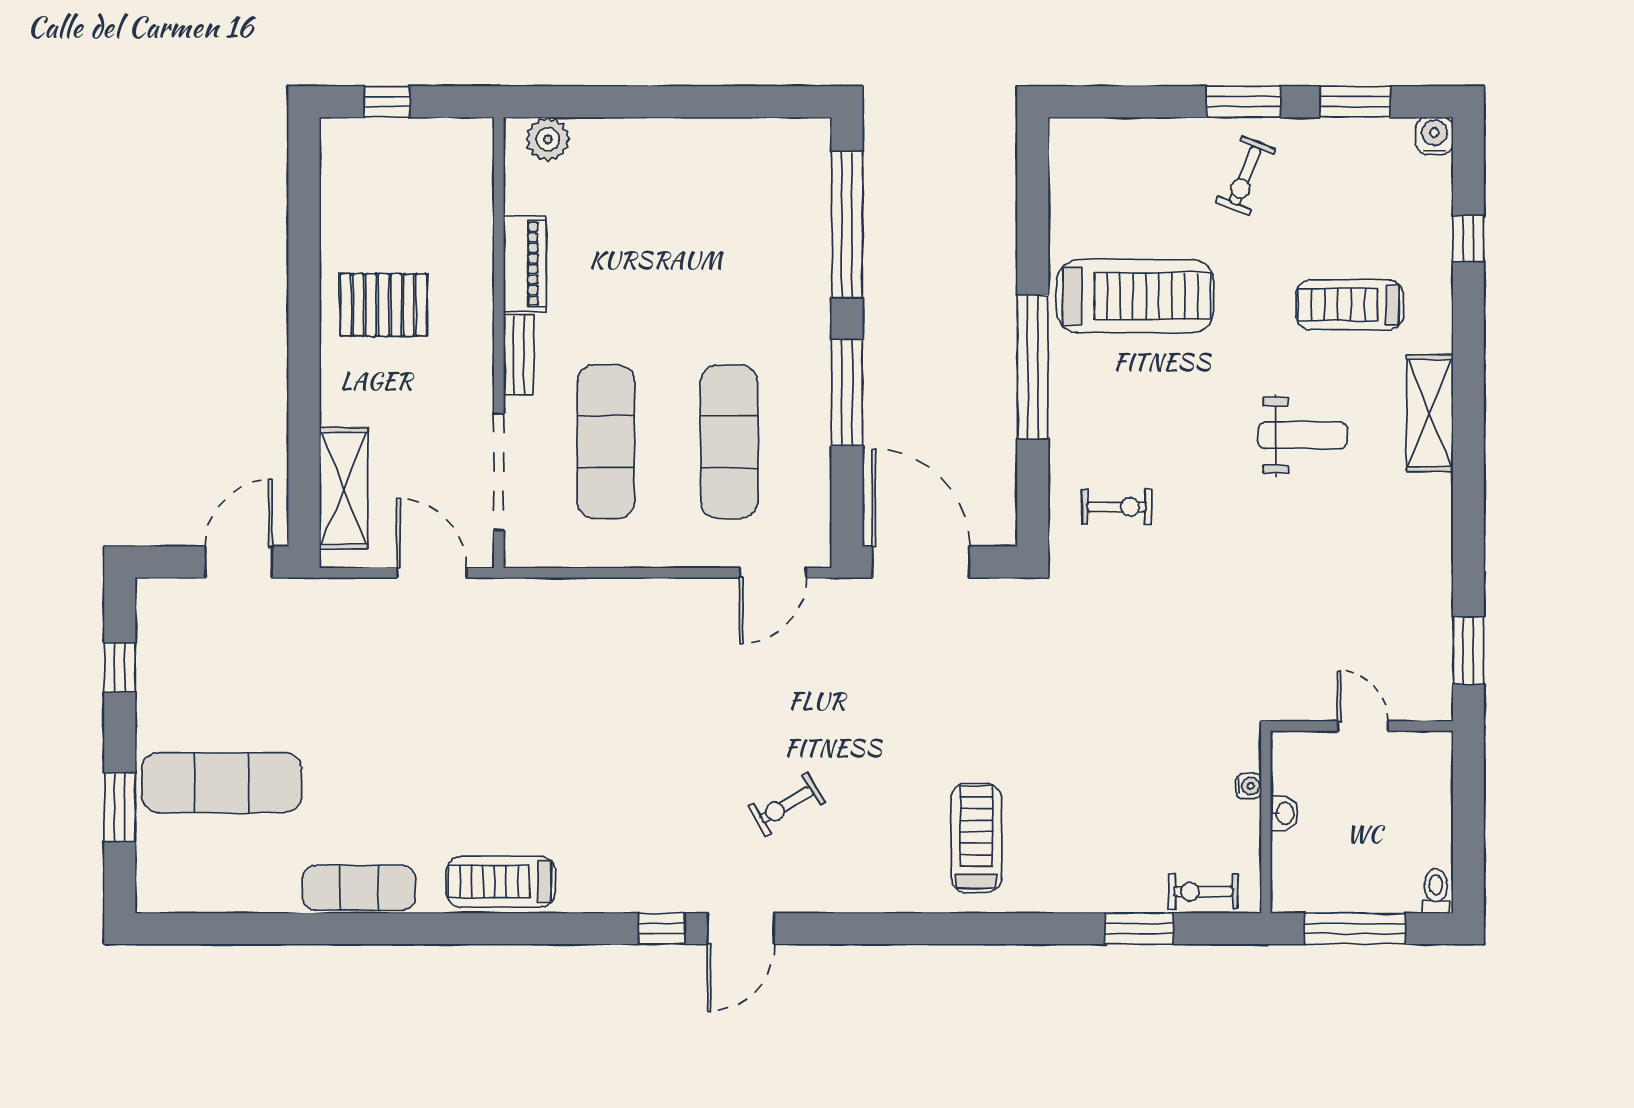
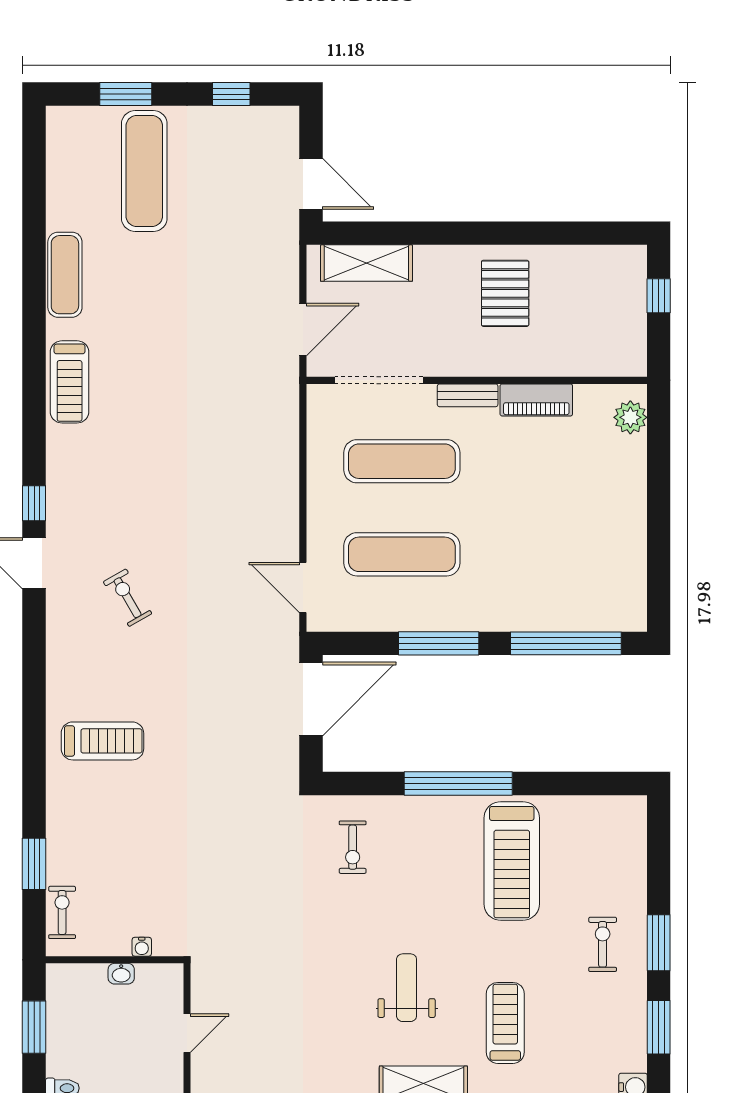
exercise bike: (1245, 176) -> (603, 944), turned 68
weight bench: (1303, 435) -> (407, 988), turned 180
treadmill: (501, 882) -> (70, 382), turned 180
window: (1355, 929) -> (34, 1027), width x0.69

